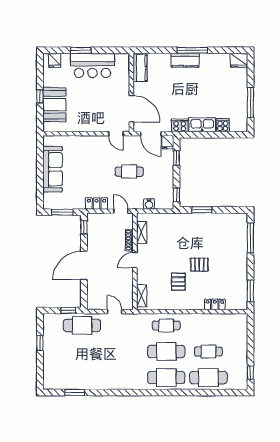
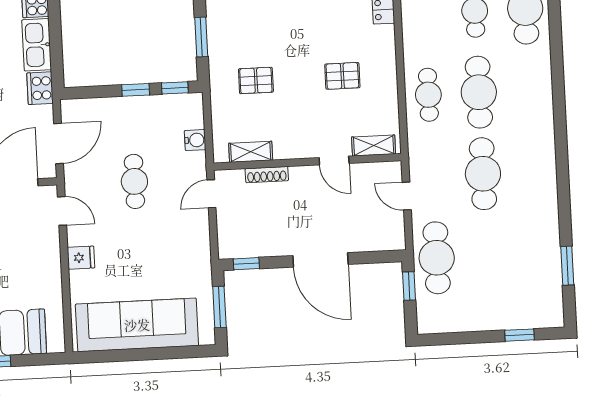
door: (116, 134) -> (62, 211), hinge flipped
fridge: (168, 142) -> (81, 258), moved
window: (176, 158) -> (136, 90), moved
sofa: (53, 169) -> (137, 325), width x1.36, depth x1.27
locker: (97, 203) -> (199, 242), removed
door: (135, 260) -> (334, 161), moved
pallet: (199, 265) -> (256, 80), moved, turned 90
door: (115, 312) -> (407, 196), hinge flipped
window: (40, 343) -> (520, 335), moved
cafe table: (166, 378) -> (483, 174), moved

